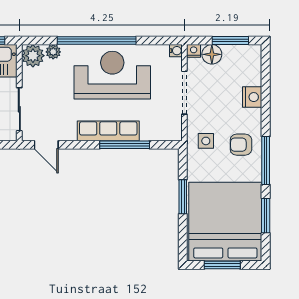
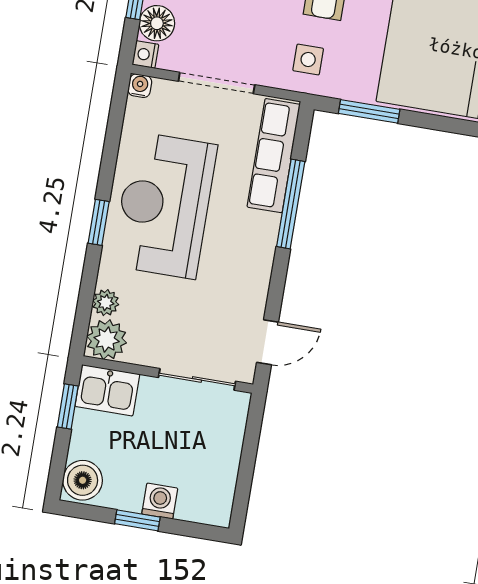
window: (97, 41) -> (99, 222), width x0.32
row of seats: (108, 131) -> (274, 156), moved
window: (183, 197) -> (369, 111), moved

